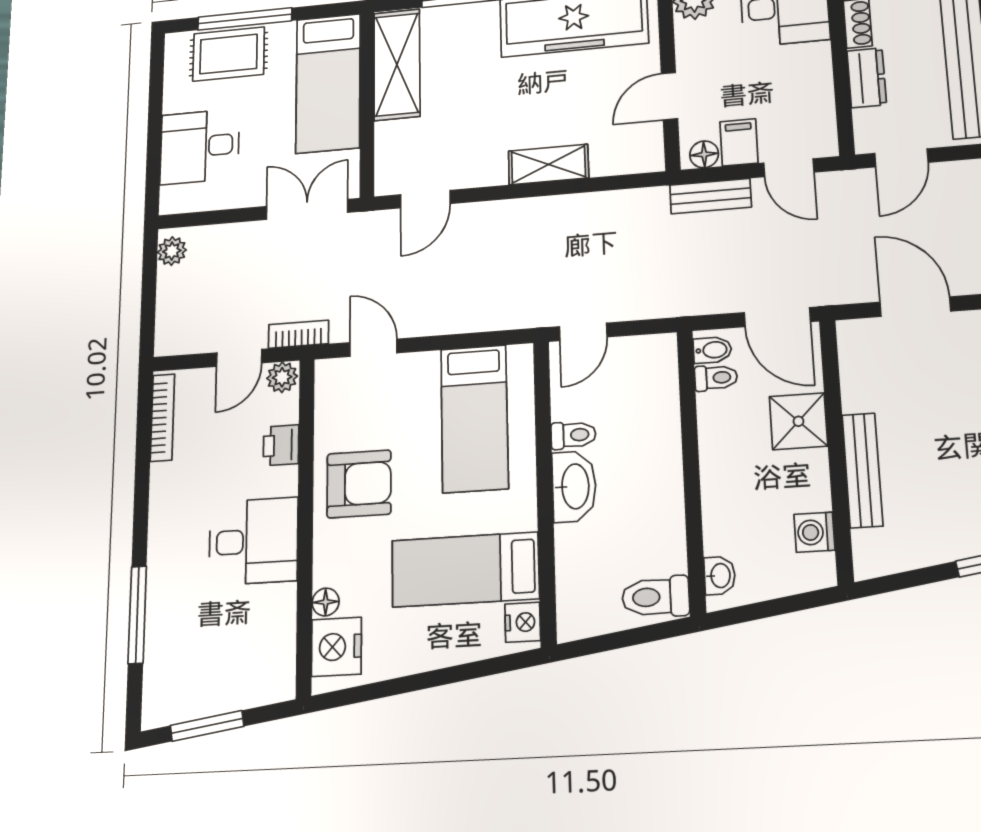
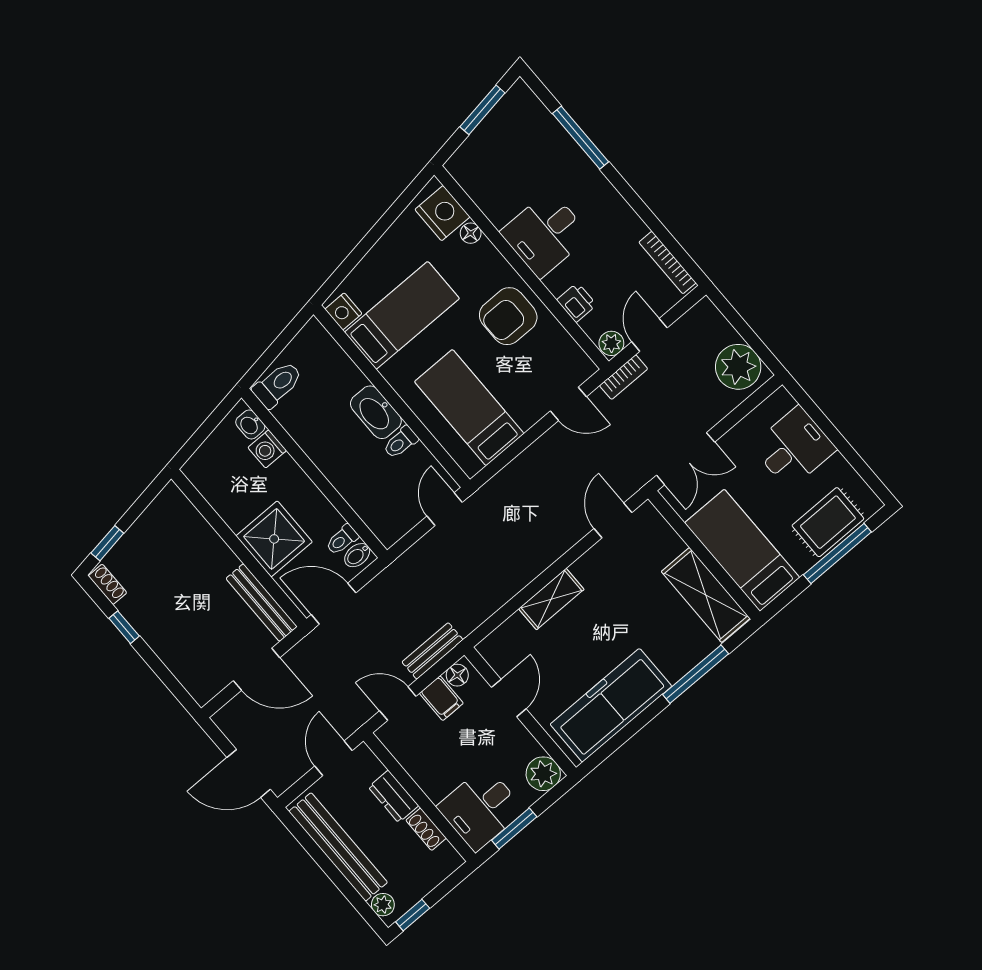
plant: (172, 251) -> (738, 367), width x1.87, depth x1.87
shower: (798, 421) -> (274, 539), width x1.36, depth x1.36
bench: (862, 470) -> (262, 603), moved
washing machine: (814, 532) -> (267, 449), moved, turned 180

